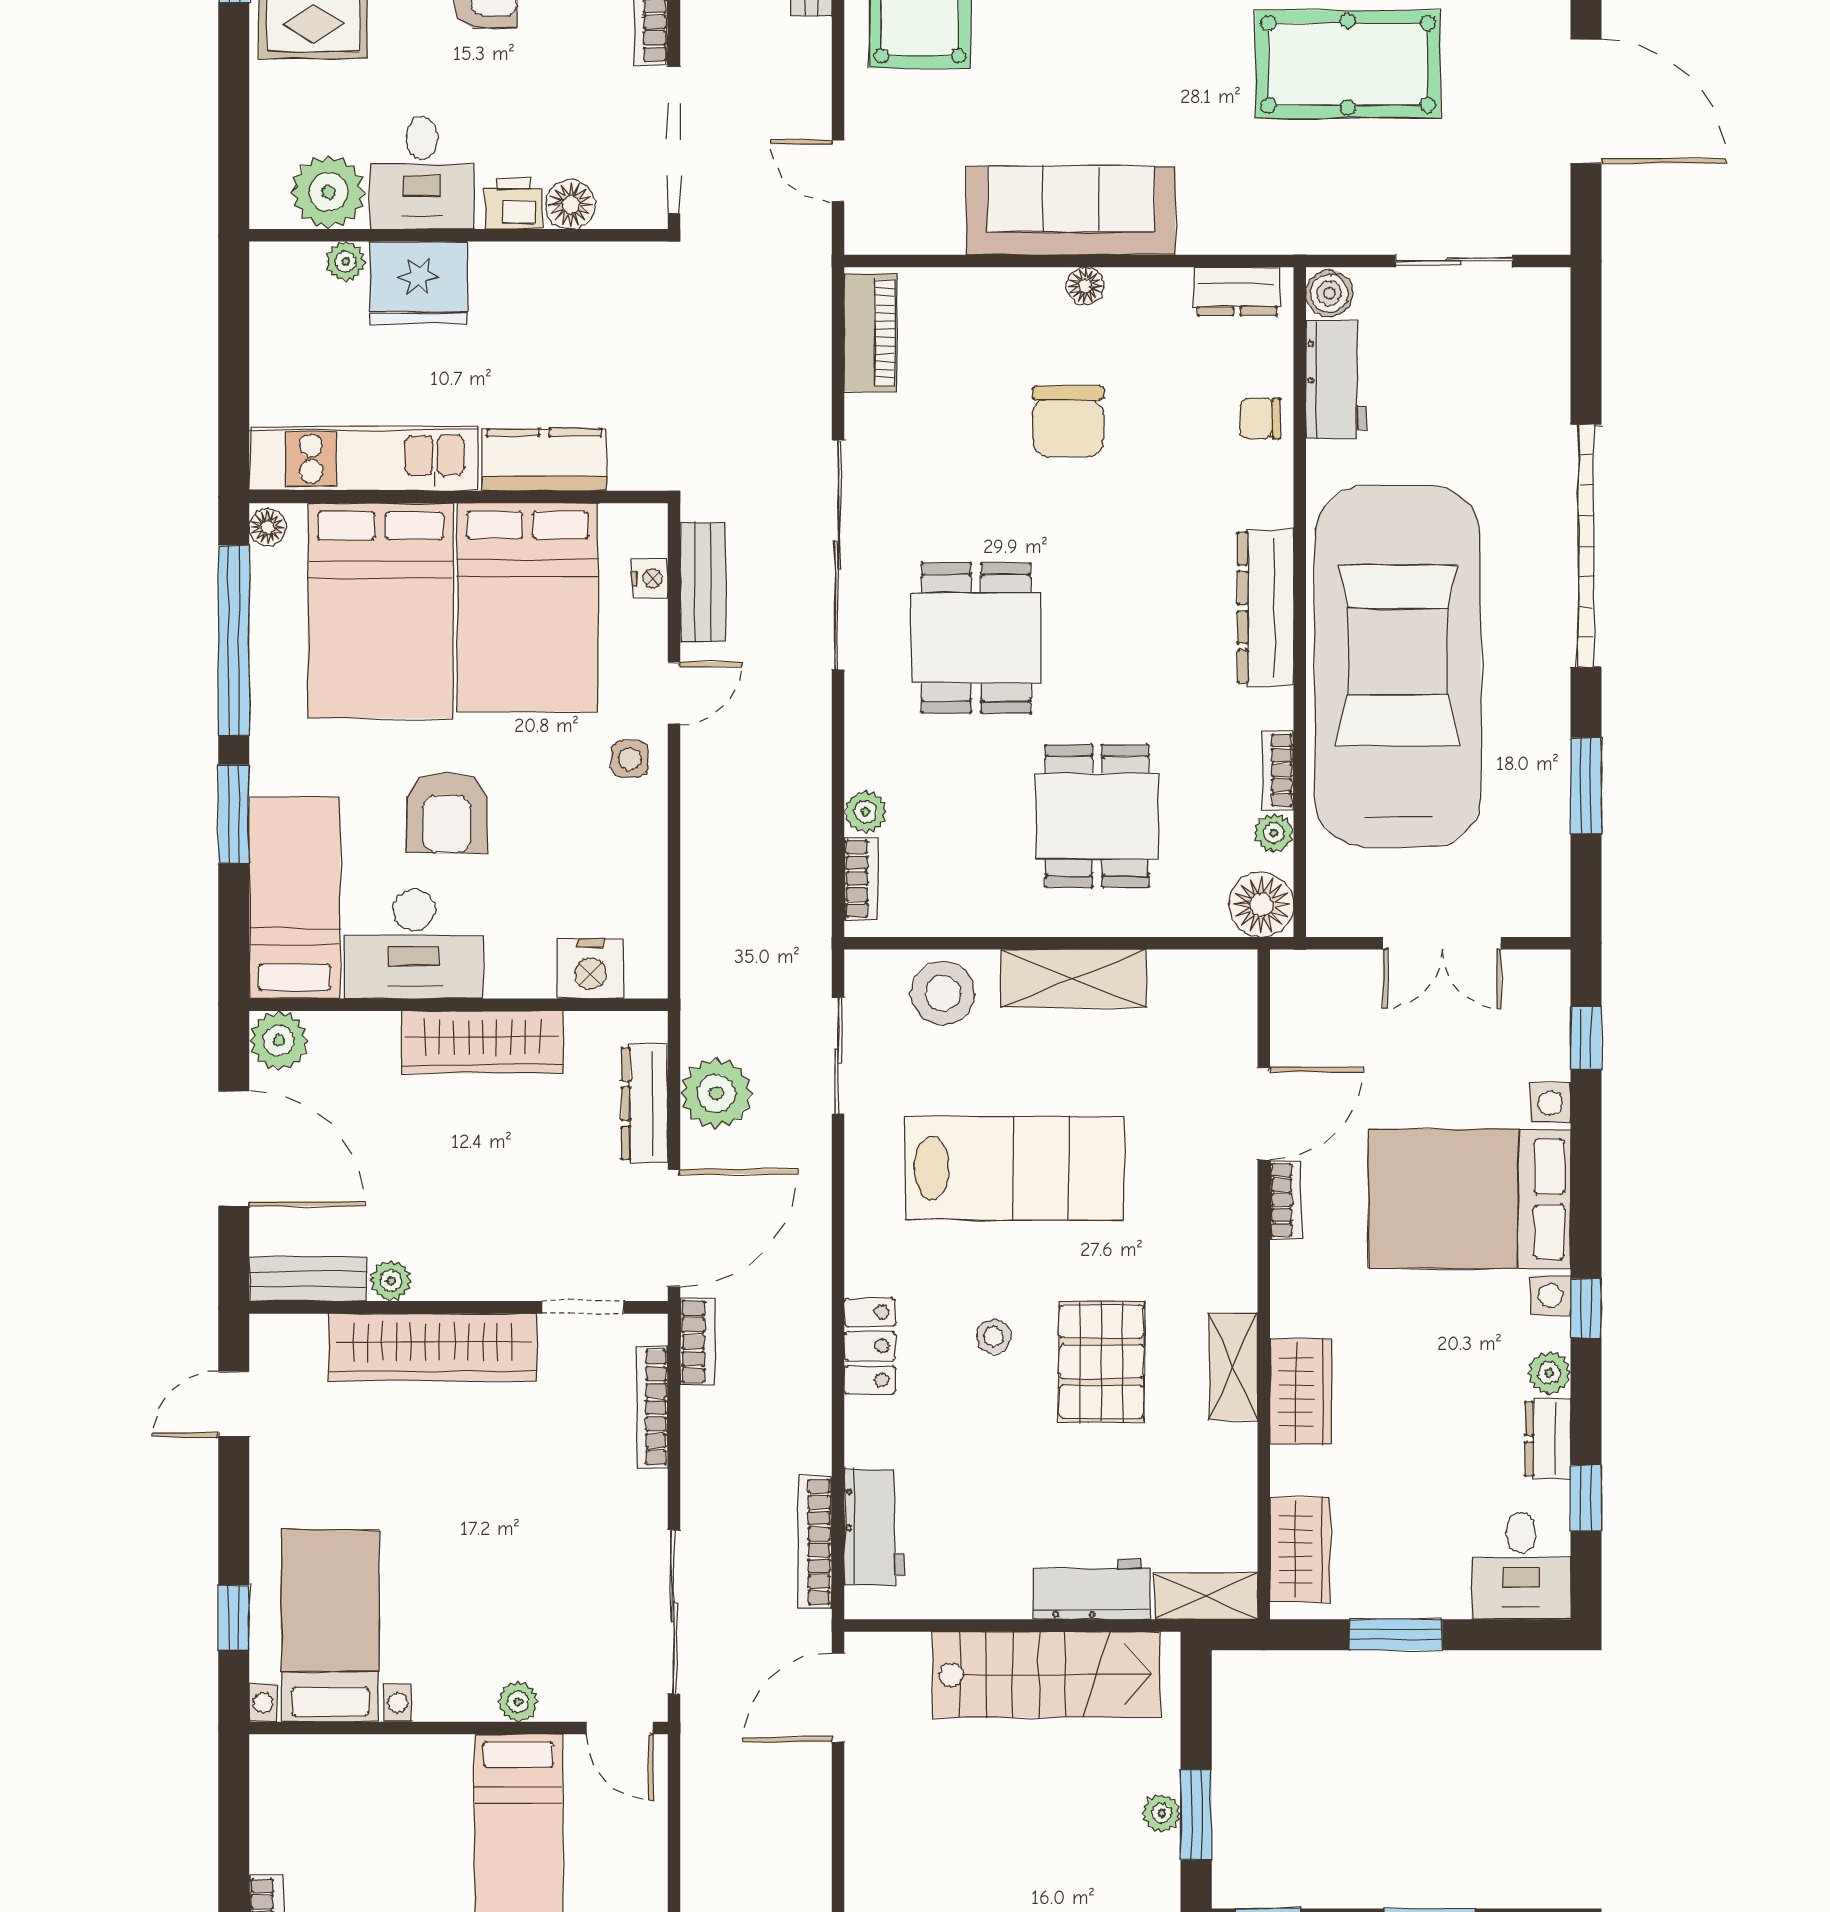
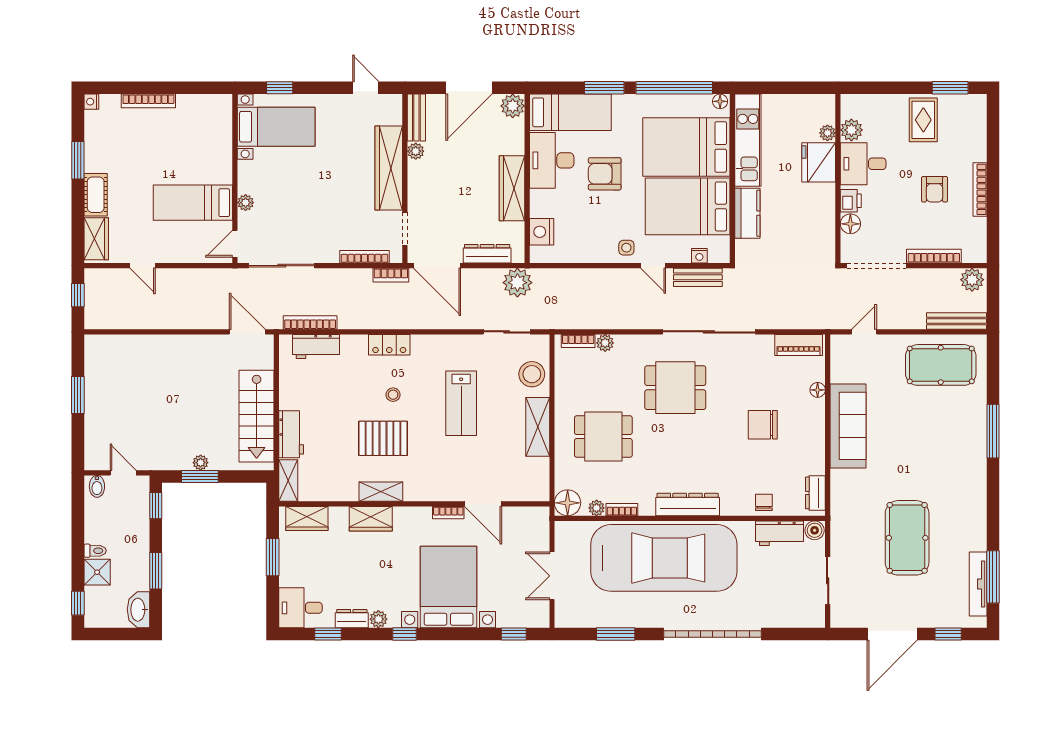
plant: (328, 192) -> (851, 130), width x0.73, depth x0.73
floor lamp: (1085, 286) -> (818, 390), moved
plant: (716, 1093) -> (517, 283), moved
lab bench: (1015, 1168) -> (461, 403), width x0.73, depth x0.72

